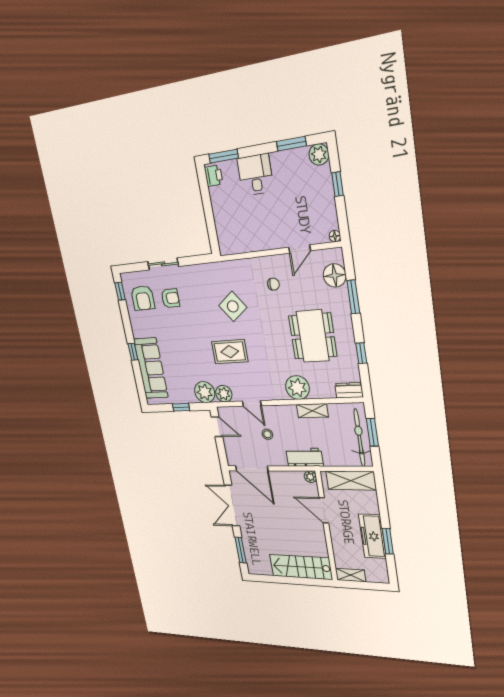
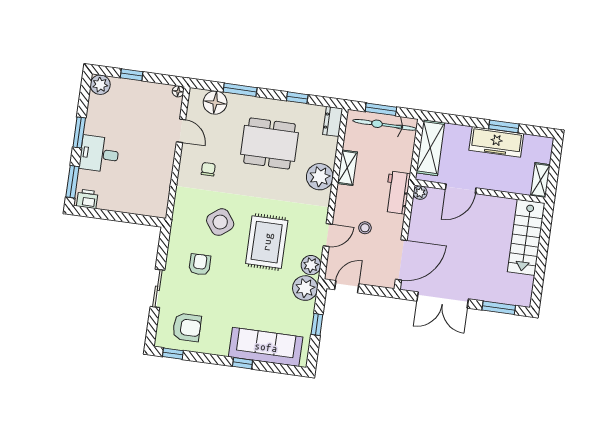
window: (291, 144) -> (79, 133), moved
armchair: (170, 298) -> (200, 264), moved
rug: (230, 352) -> (267, 242), width x1.36, depth x1.43

